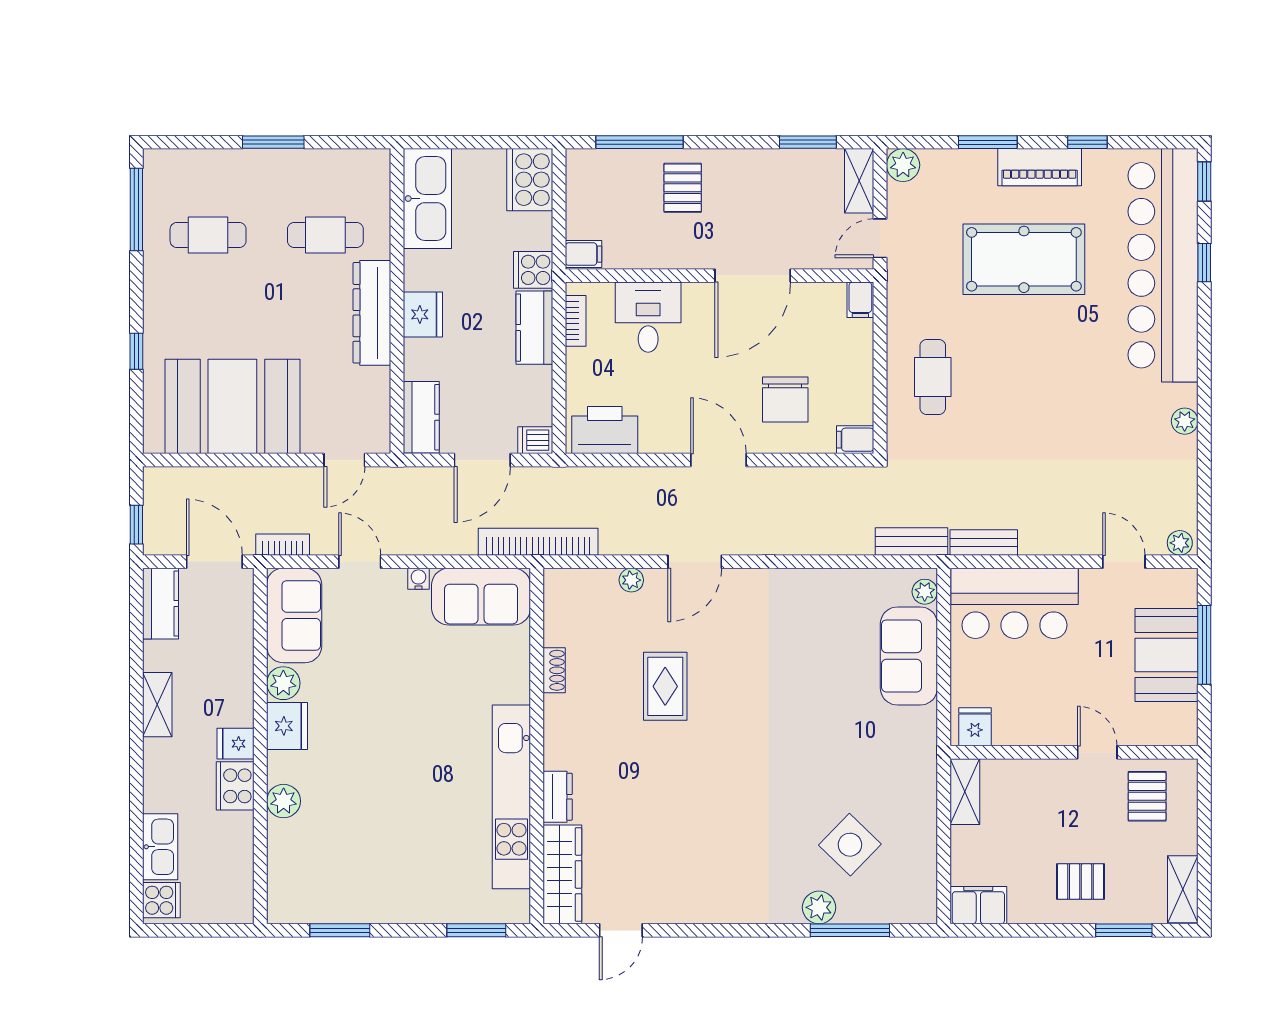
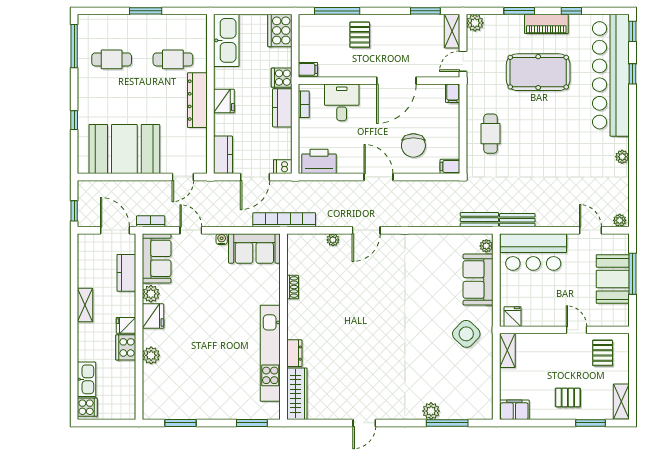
kitchen counter: (161, 604) -> (126, 273), moved, turned 180
rug: (665, 686) -> (351, 295), removed
side table: (850, 845) -> (466, 334), moved
door: (621, 930) -> (364, 423), moved

